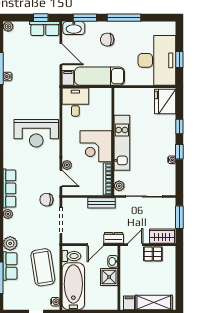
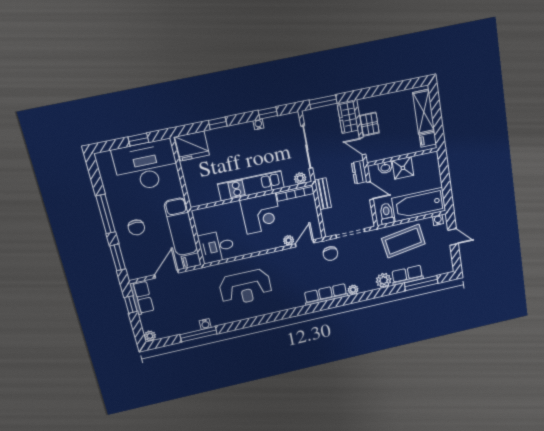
washbasin: (74, 28) -> (133, 267), removed
reception desk: (36, 133) -> (246, 287), moved, turned 90
window: (179, 152) -> (268, 113), moved

